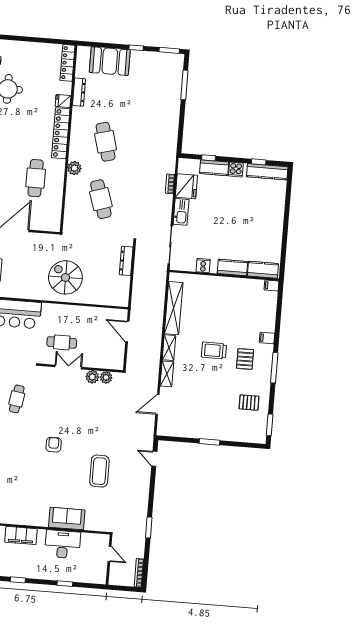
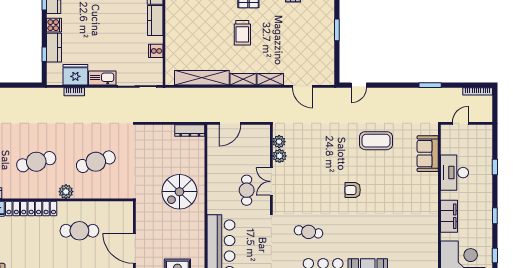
dresser: (126, 261) -> (190, 131), moved
sofa: (67, 519) -> (428, 154), moved

